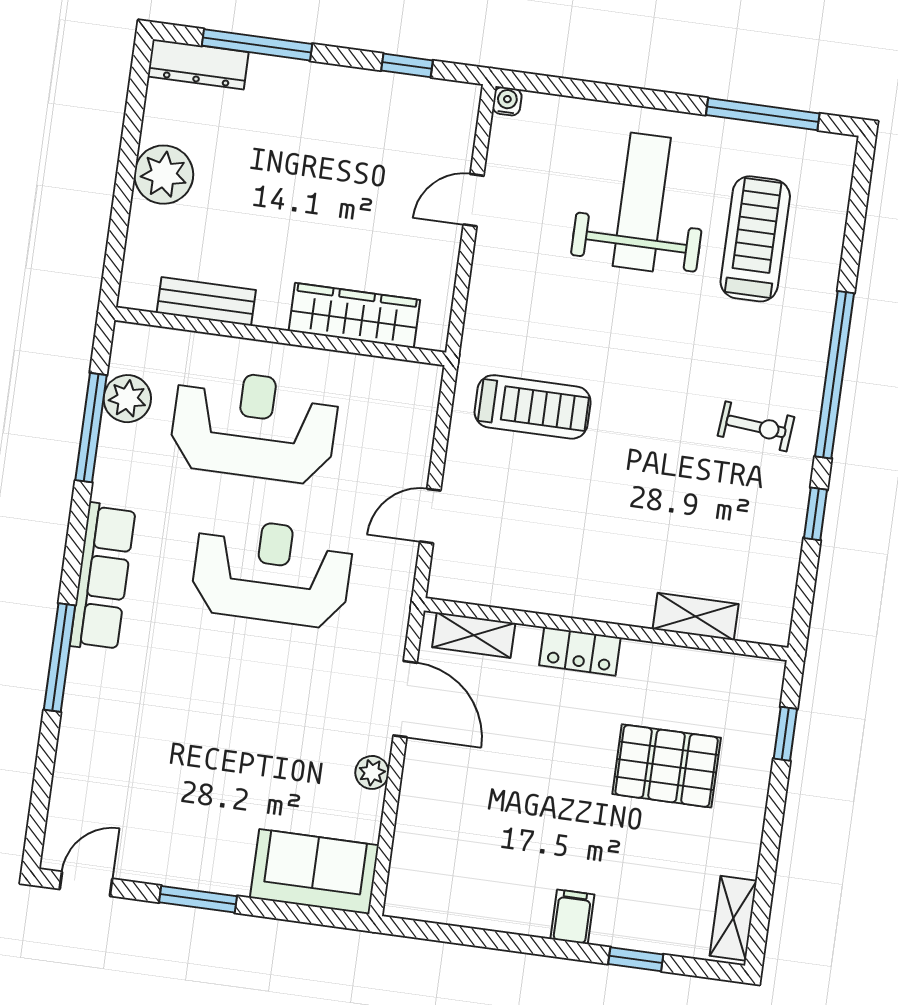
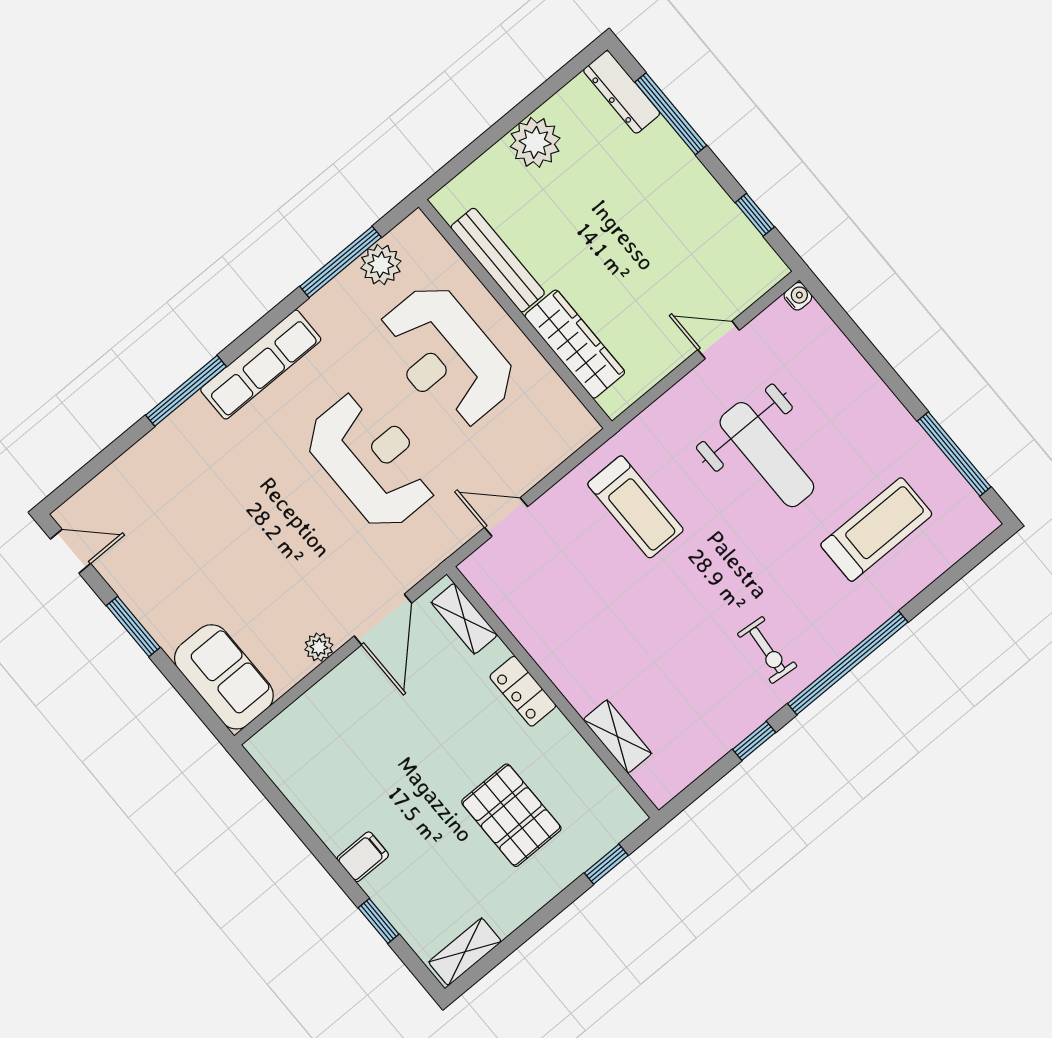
weight bench: (642, 202) -> (767, 455), moved, turned 90
bench: (206, 301) -> (498, 260), width x1.36
reception desk: (254, 426) -> (446, 356), turned 180

